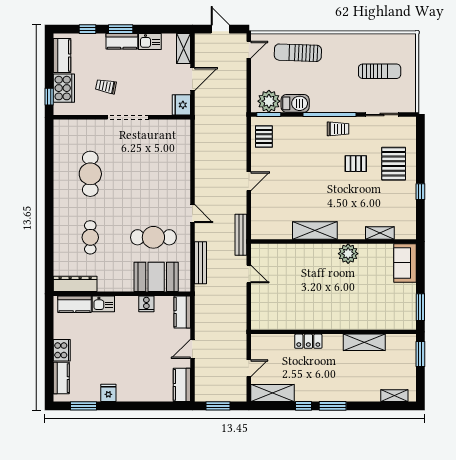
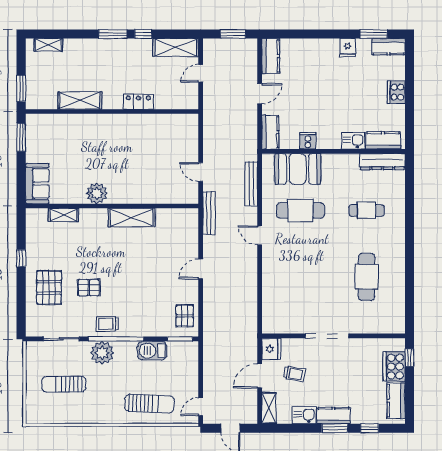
trolley: (106, 86) -> (294, 374), moved
plant: (269, 101) -> (102, 353), moved
cafe table: (90, 237) -> (366, 210), turned 90
kitchen counter: (61, 378) -> (389, 47), moved, turned -90

